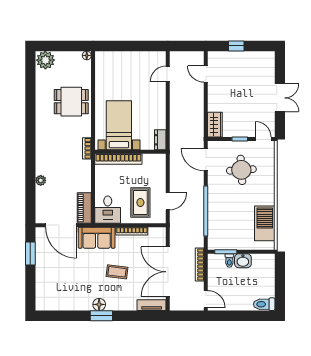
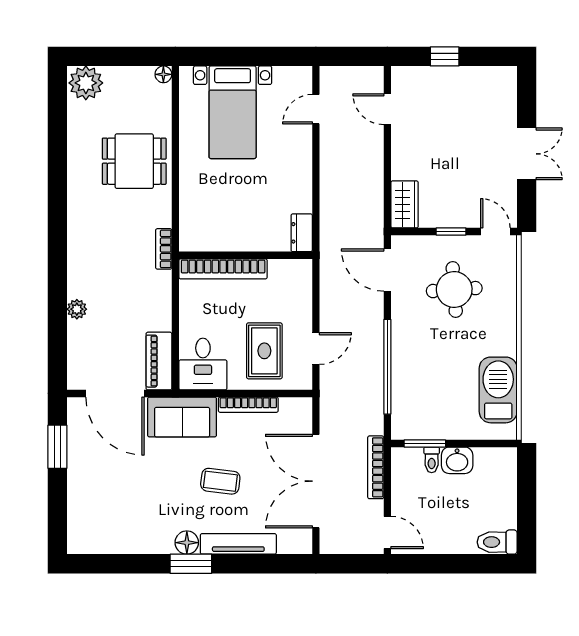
bed with nightstands: (119, 125) -> (233, 112), moved, turned 180
tv unit: (152, 305) -> (238, 544), moved, width x1.41

